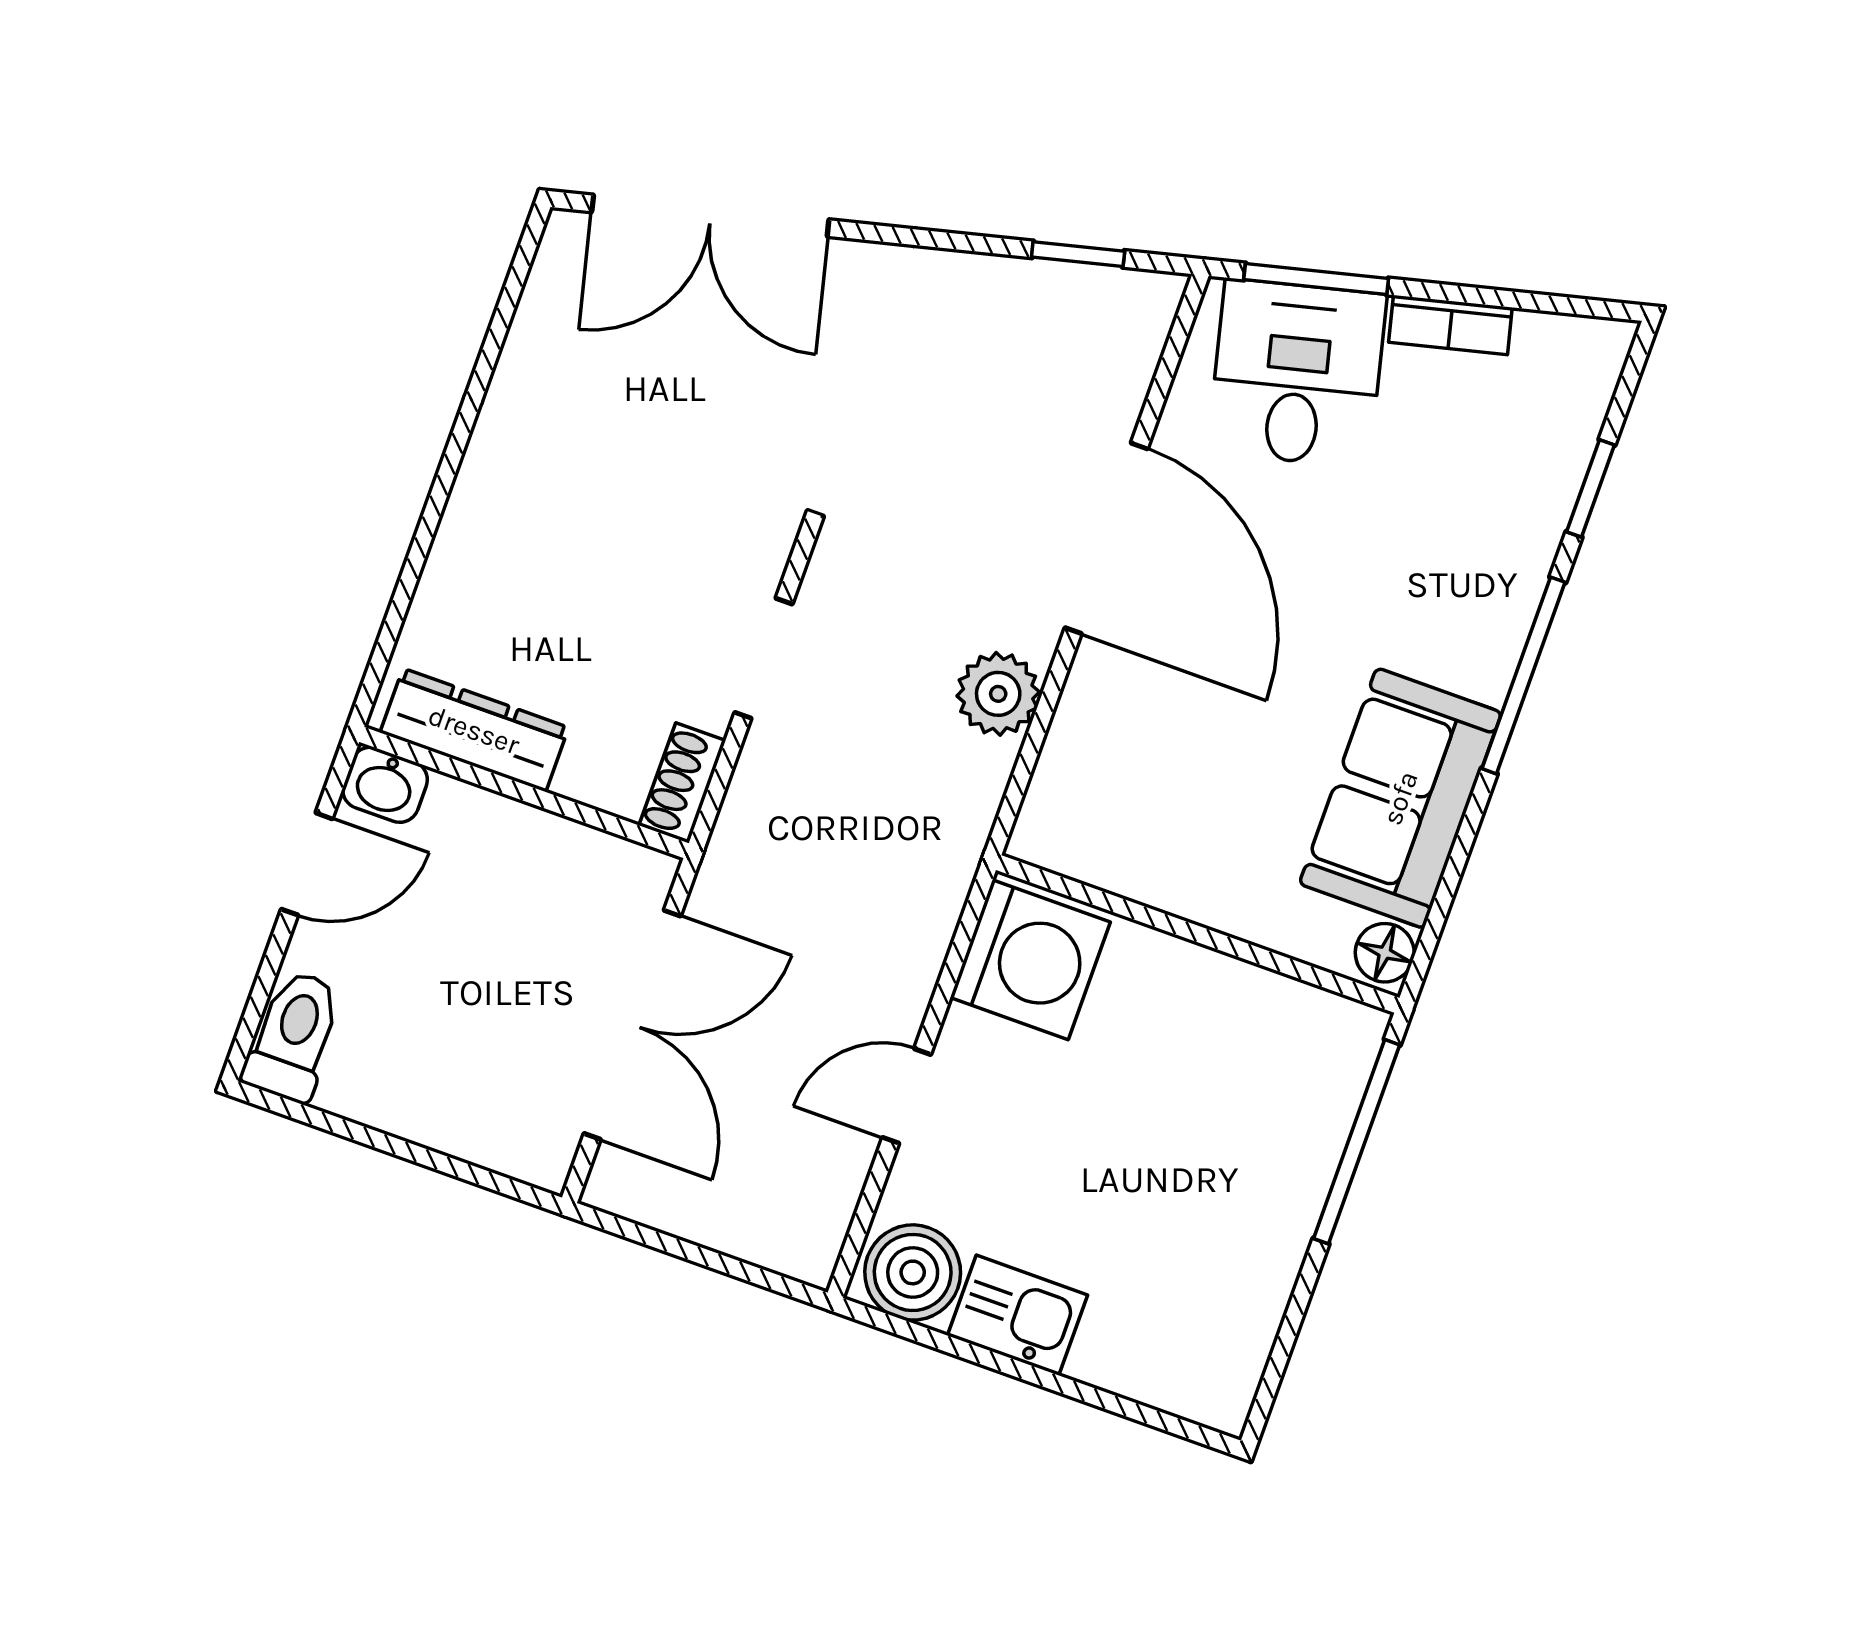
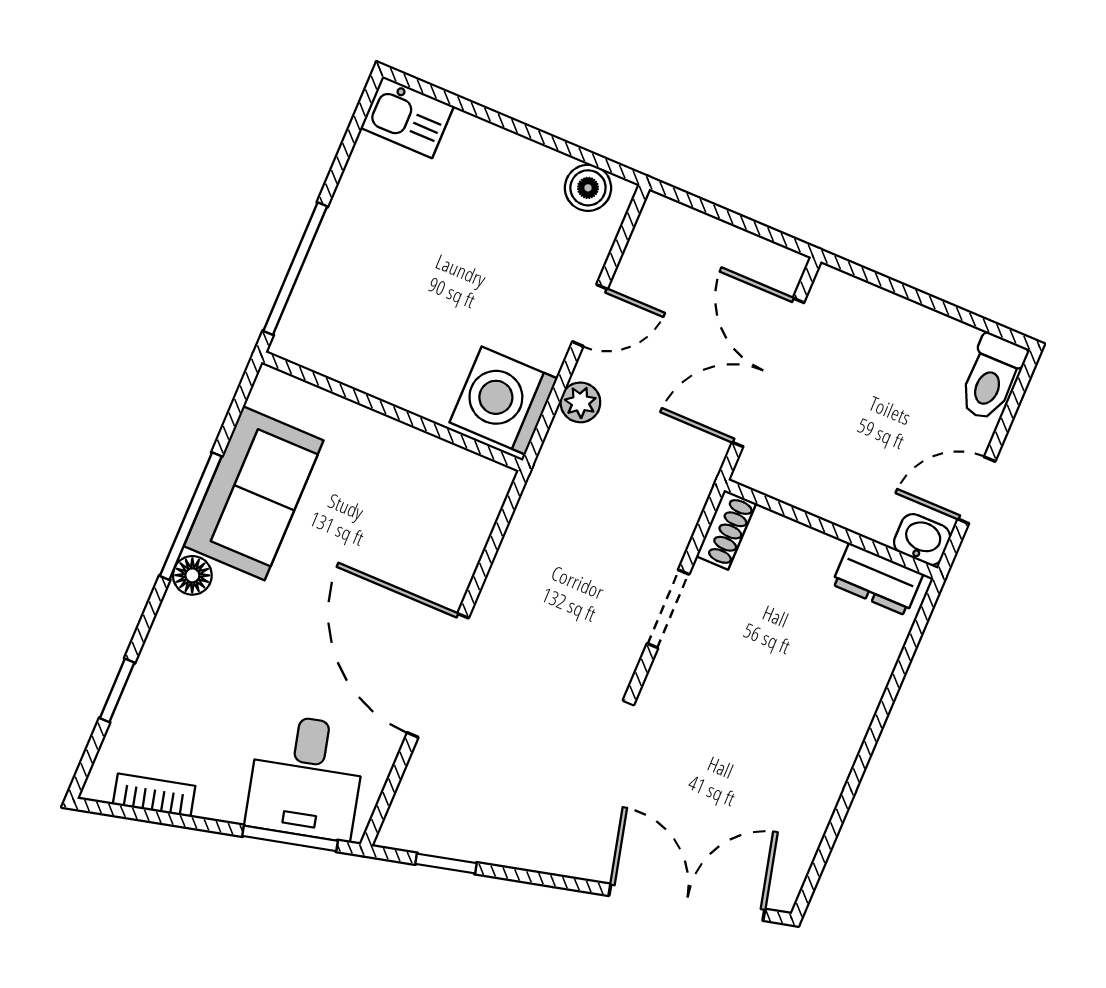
bookcase: (1450, 325) -> (154, 795), moved
window: (1523, 675) -> (191, 516), moved
plant: (998, 694) -> (580, 402), moved, width x0.73, depth x0.73
dresser: (474, 730) -> (878, 579), width x0.70
floor lamp: (1385, 953) -> (192, 575), moved
boiler: (913, 1272) -> (588, 188), width x0.73, depth x0.73
kitchen sink: (1018, 1315) -> (407, 117), moved

